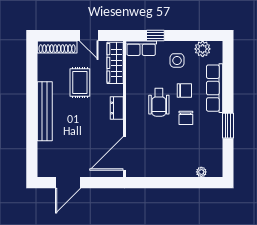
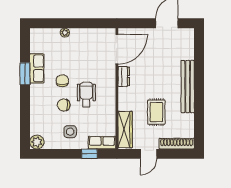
door: (89, 35) -> (149, 154), swing flipped
plant: (203, 49) -> (37, 142), moved
row of seats: (215, 88) -> (37, 68), moved, width x0.68
dresser: (117, 108) -> (124, 76), moved
plant: (201, 172) -> (65, 33), moved

